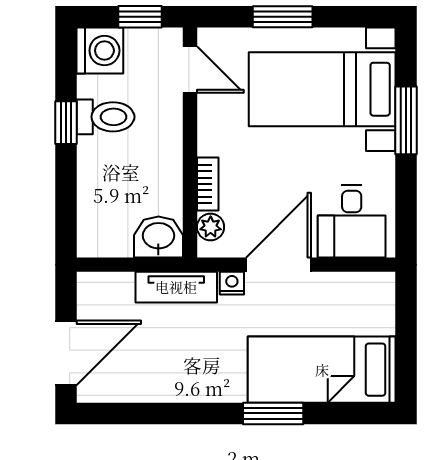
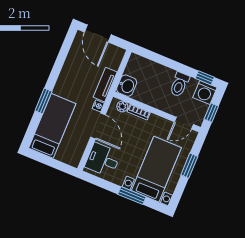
window: (66, 123) -> (205, 78), moved

